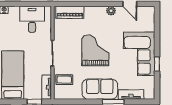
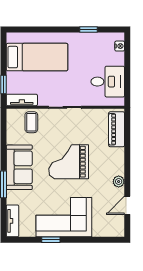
grand piano: (95, 50) -> (69, 162), turned 180
tv unit: (131, 94) -> (12, 221), moved

